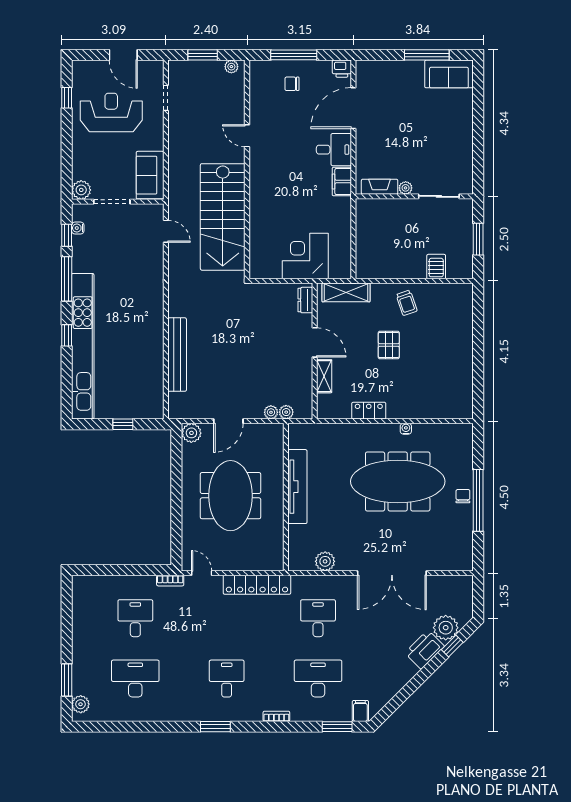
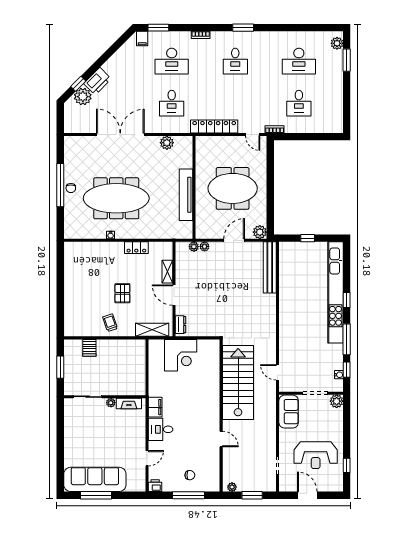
sofa: (449, 74) -> (95, 479), width x1.85, depth x1.27
door: (353, 108) -> (147, 458), width x0.53
bench: (177, 355) -> (270, 267), moved
meeting table: (230, 496) -> (233, 188), turned 90

